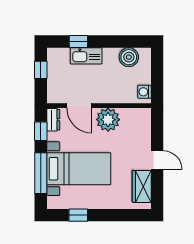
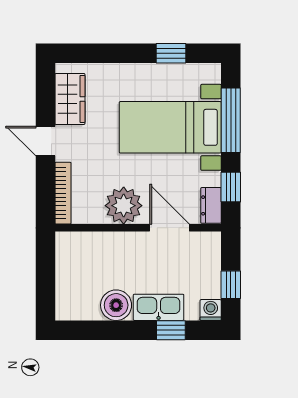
boiler: (129, 57) -> (116, 305), moved
washing machine: (144, 92) -> (211, 310), moved, turned -90
bookcase: (146, 127) -> (63, 193), added

